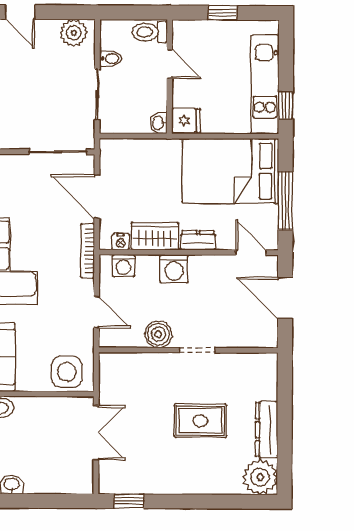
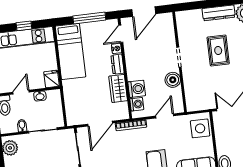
window: (286, 106) -> (24, 26), moved
washbasin: (158, 123) -> (40, 96), moved
bed: (230, 171) -> (70, 51), width x0.67
nightstand: (121, 242) -> (117, 48), moved
washing machine: (174, 269) -> (137, 89), moved

